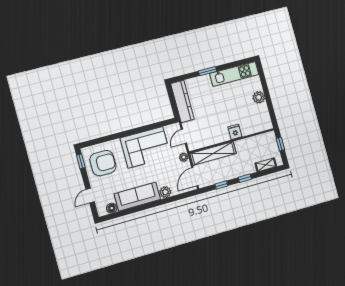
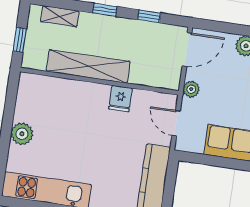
fridge: (235, 132) -> (120, 99), moved
door: (184, 136) -> (176, 123), swing flipped
shelving: (213, 153) -> (88, 66), moved

